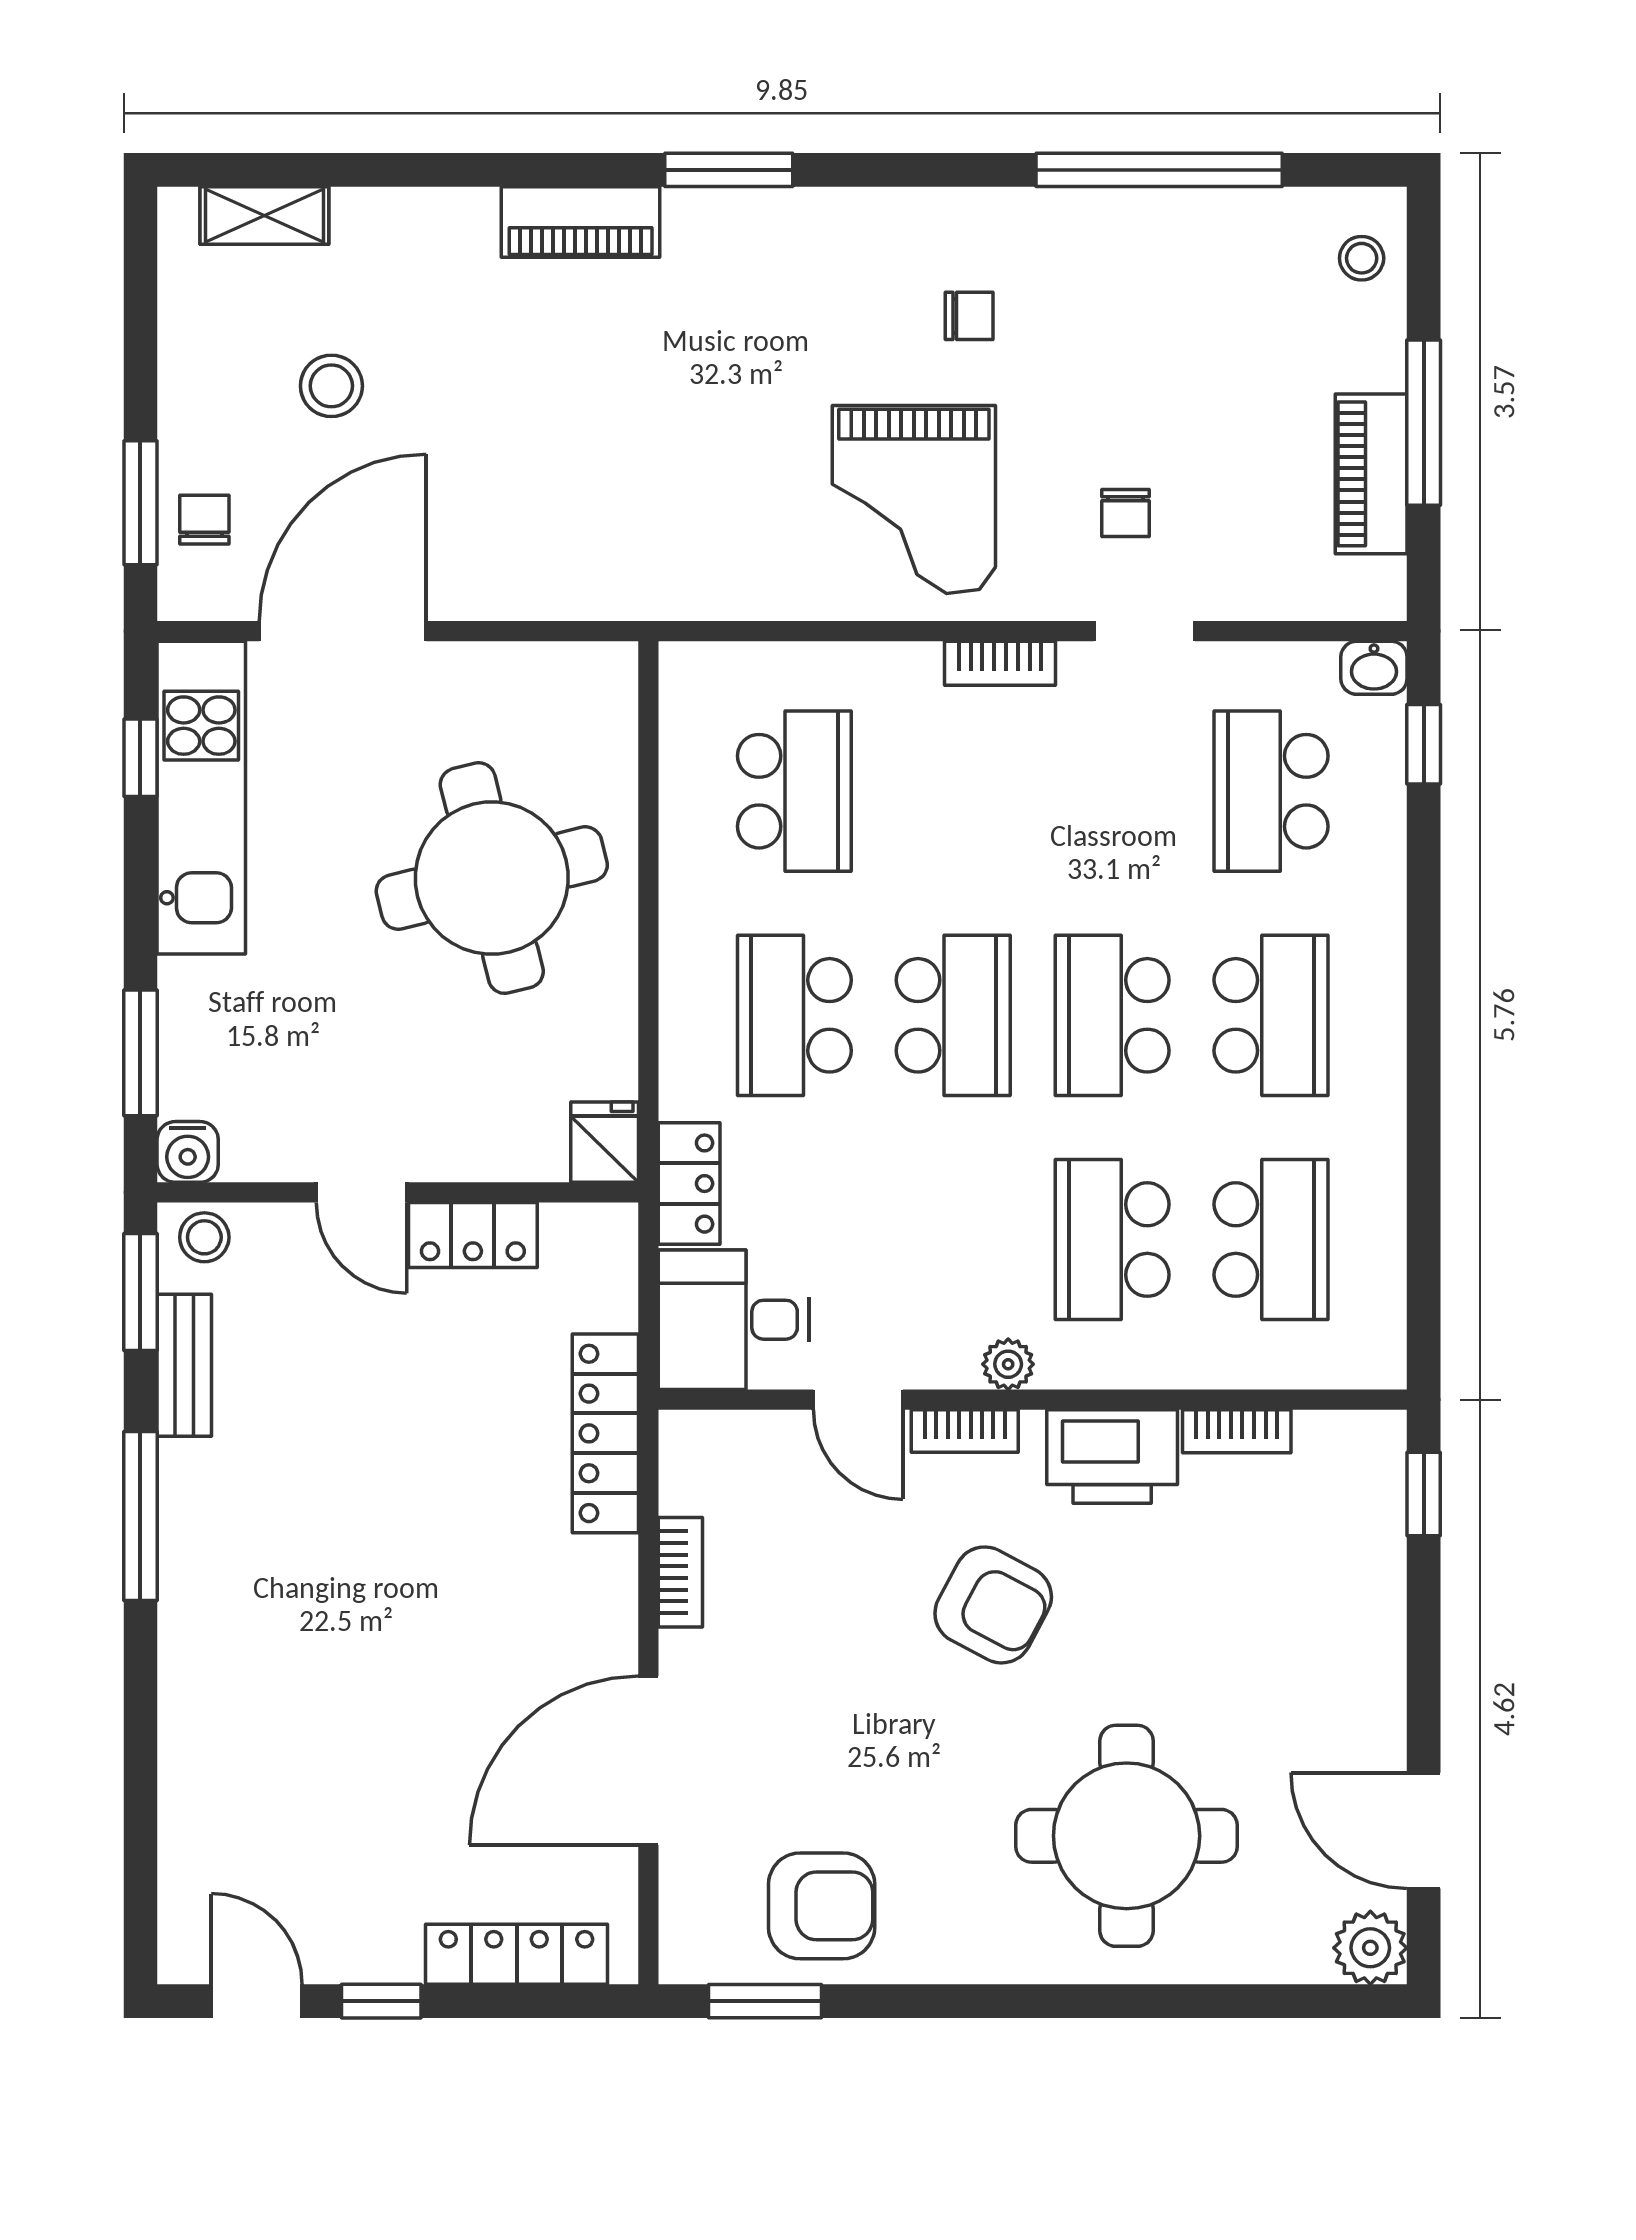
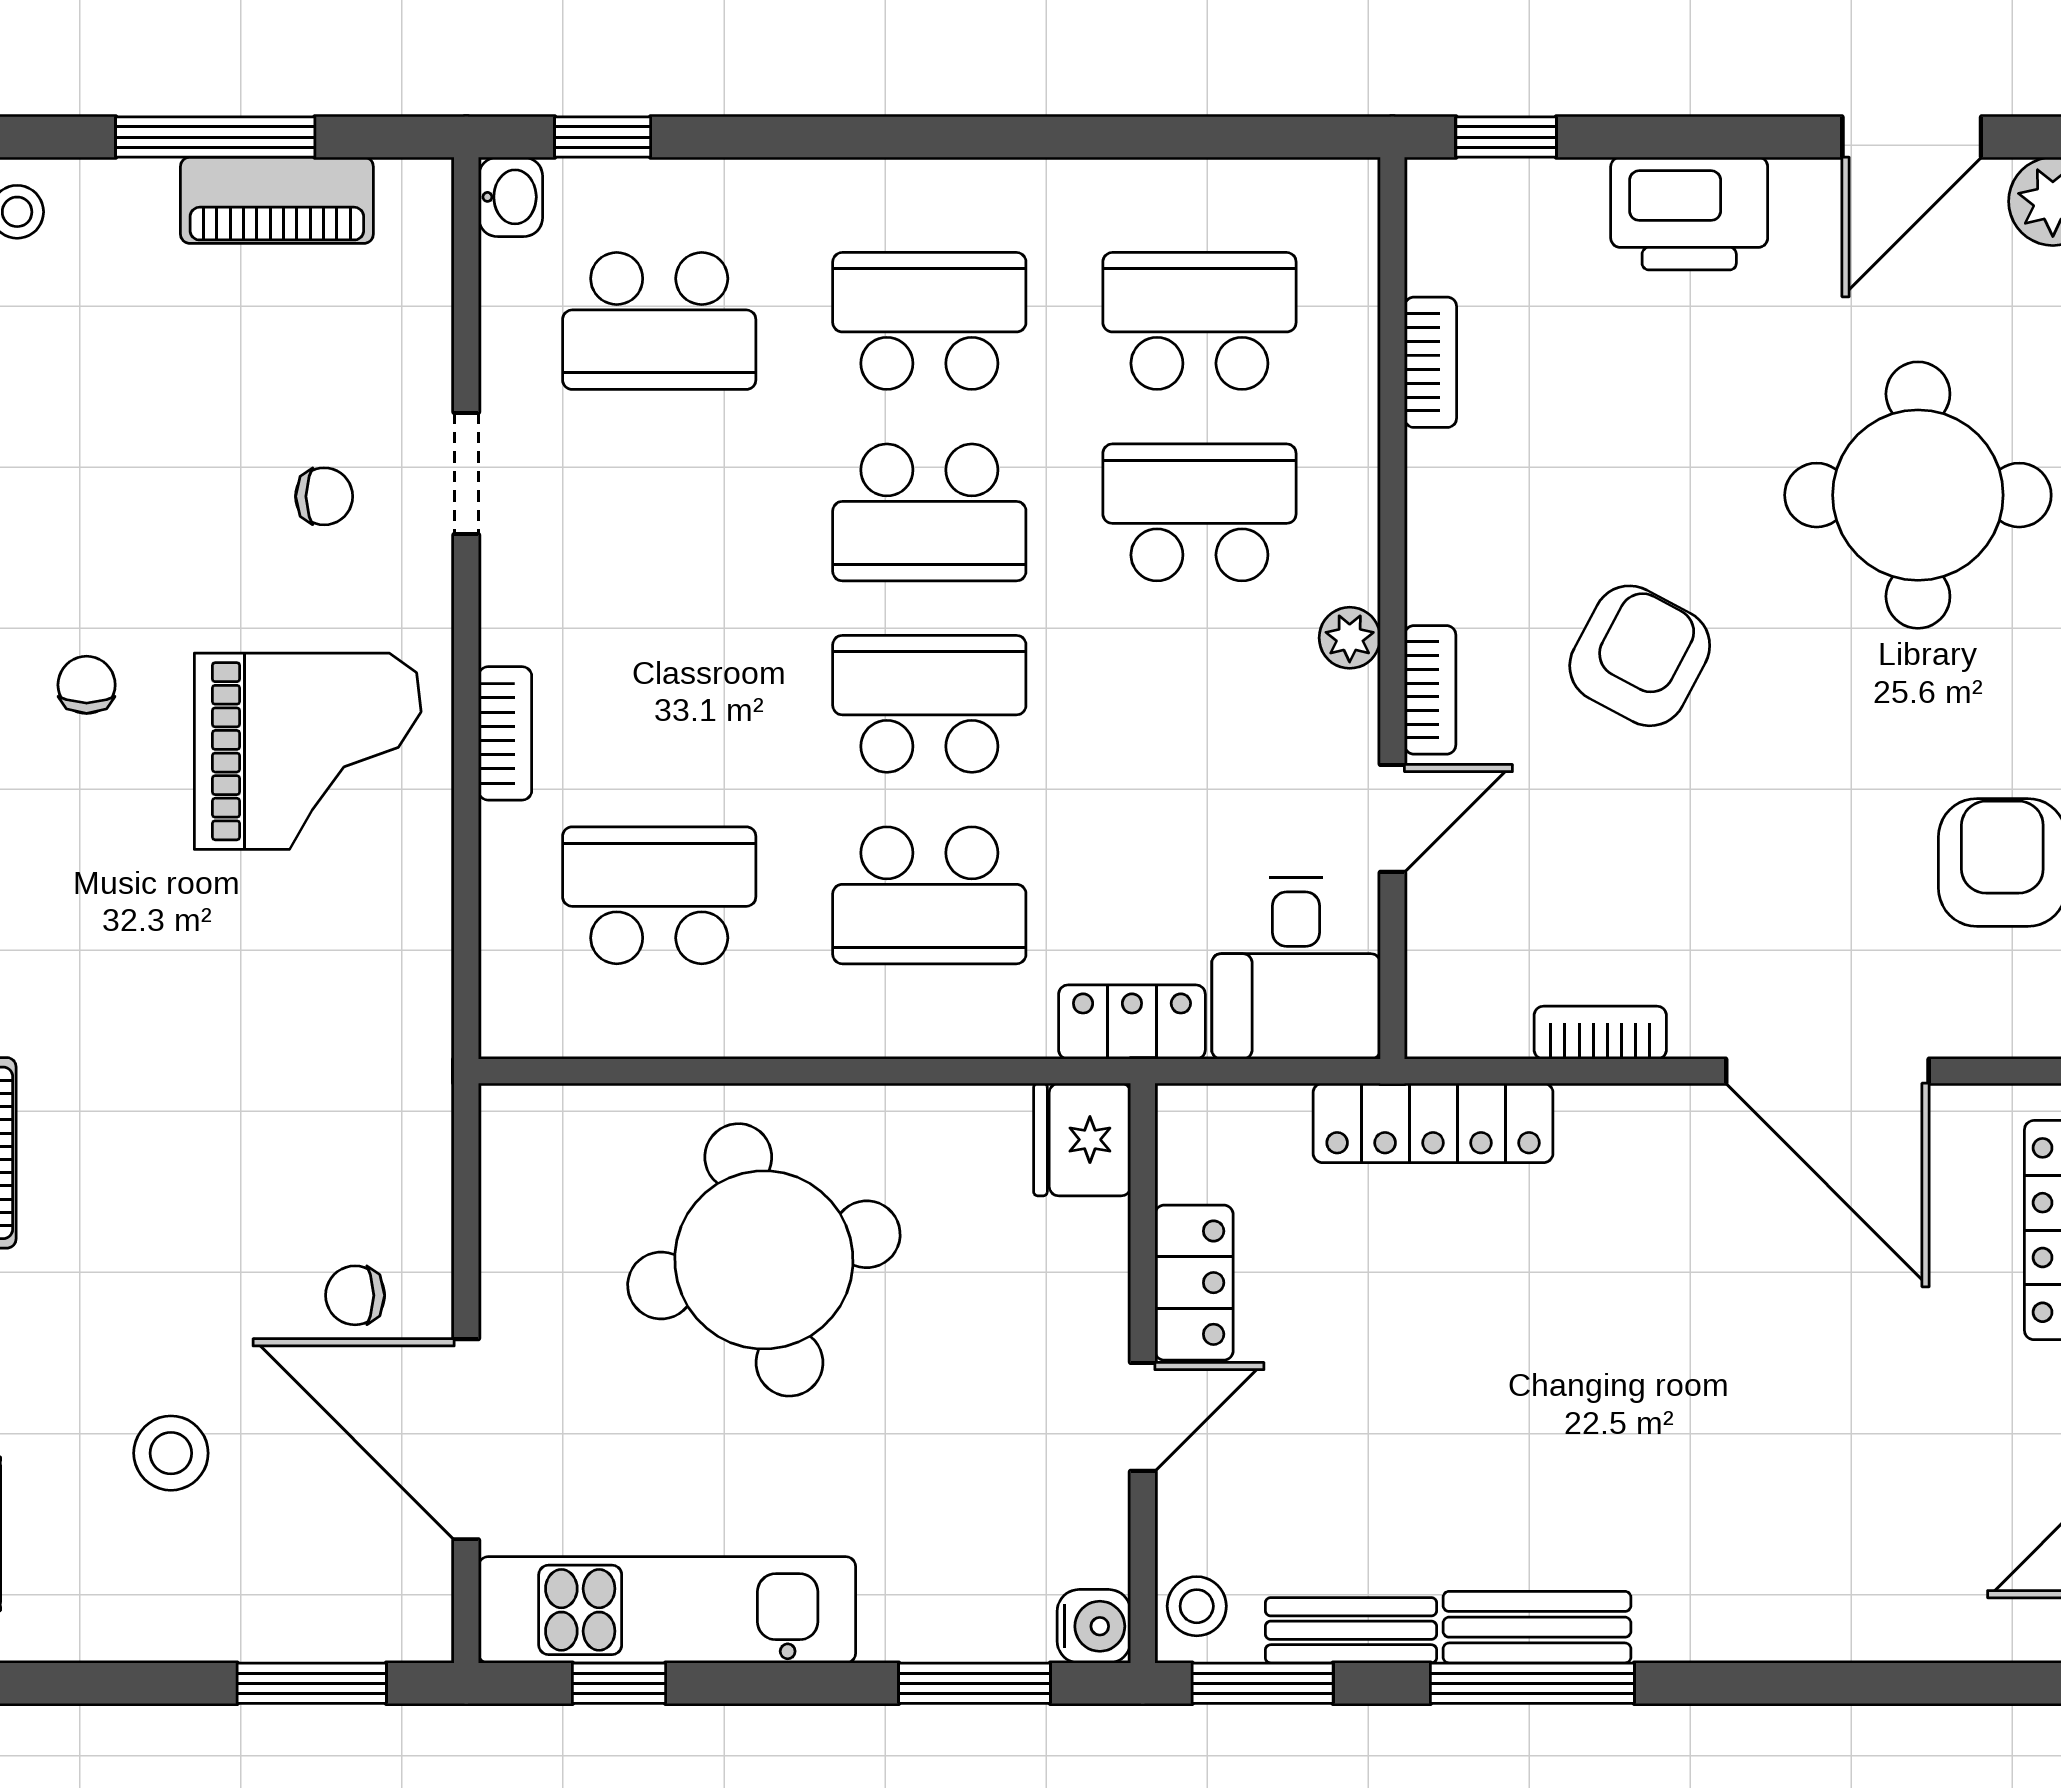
chair: (204, 520) -> (355, 1295), moved
bookcase: (1000, 663) -> (505, 733), moved
fridge: (605, 1142) -> (1082, 1140), width x1.38
school desk: (1112, 1240) -> (1199, 512), turned 180
printer: (1112, 1456) -> (1689, 214), moved, turned 90
bench: (187, 1520) -> (1537, 1627), added

